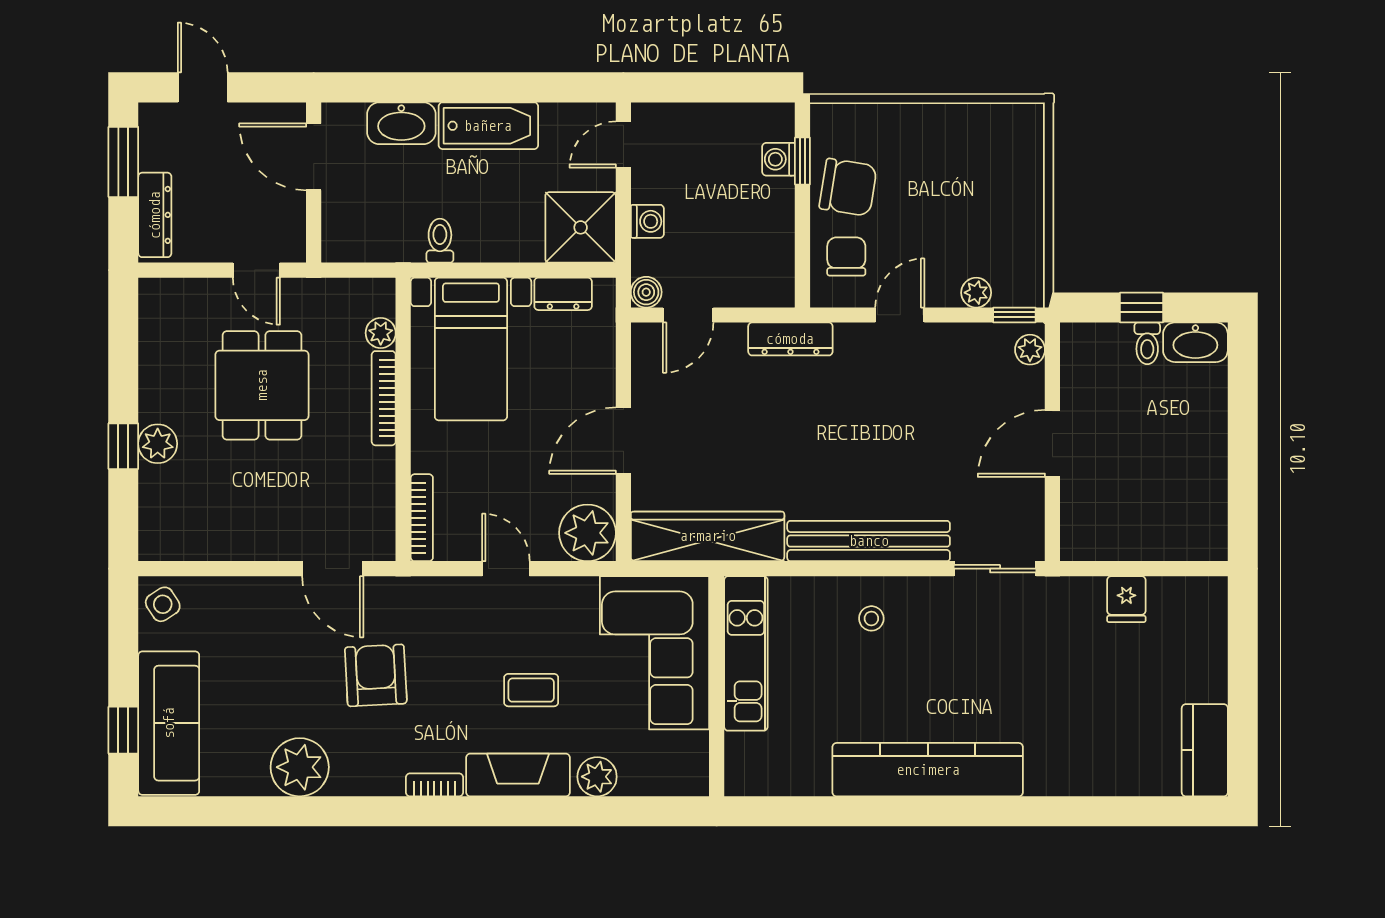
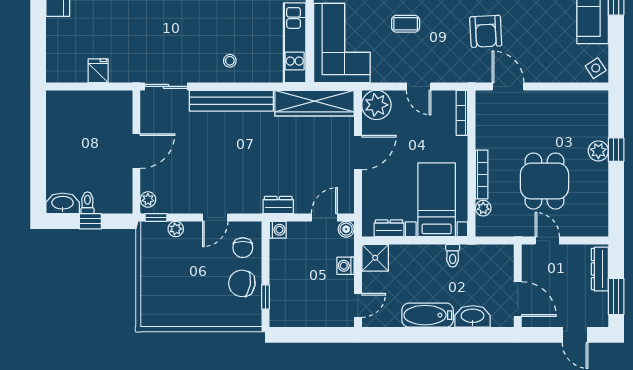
washing machine: (779, 159) -> (278, 230), moved
shower: (581, 227) -> (375, 258), width x0.73, depth x0.73
dresser: (790, 339) -> (278, 205), width x0.70

